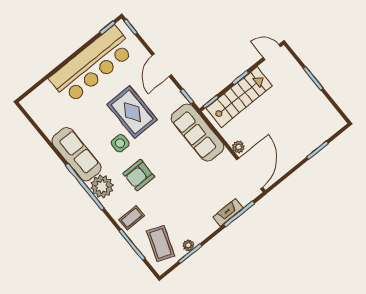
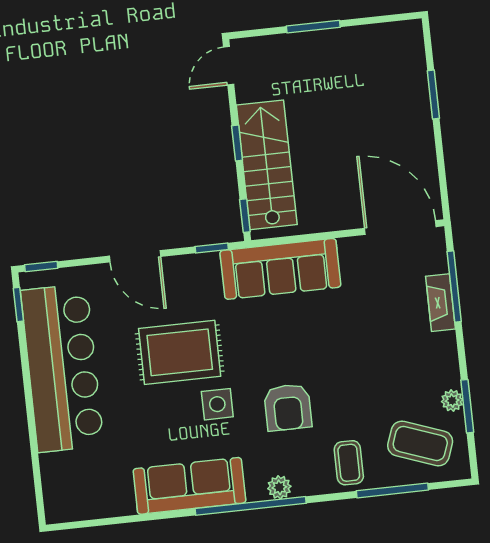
plant: (238, 147) -> (346, 218), removed
plant: (102, 186) -> (279, 487), width x0.53, depth x0.53

